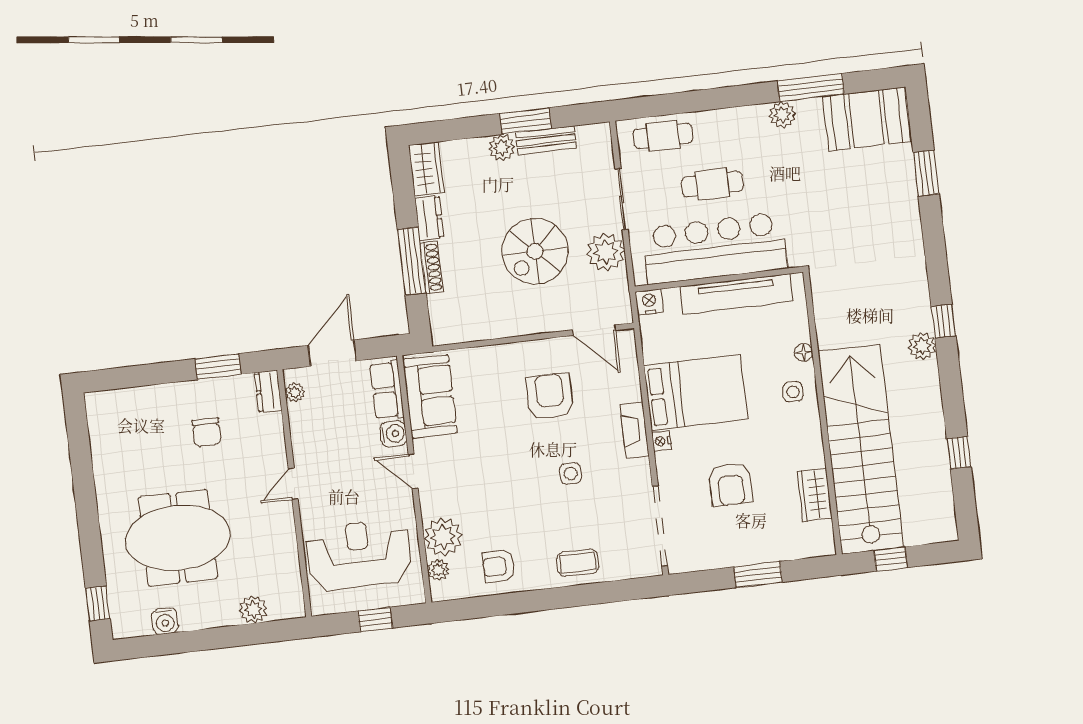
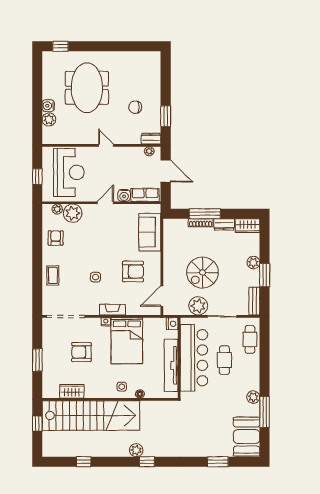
bench: (546, 140) -> (254, 301), moved
spiral stairs: (535, 251) -> (202, 273), turned -90
sofa: (430, 396) -> (150, 232), moved, turned 90
water cooler: (165, 621) -> (48, 106), moved

